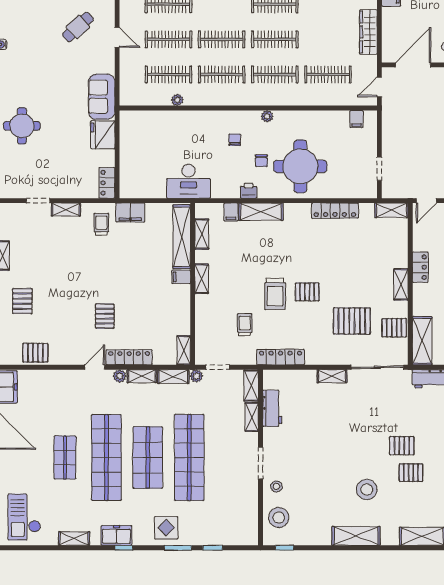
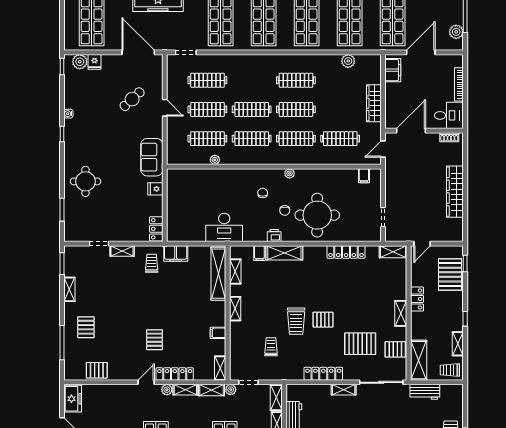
fridge: (103, 135) -> (155, 189), width x0.53, depth x0.75
filing cabinet: (181, 277) -> (218, 333), moved
locker: (281, 357) -> (323, 374), moved

